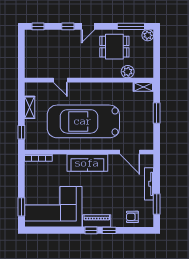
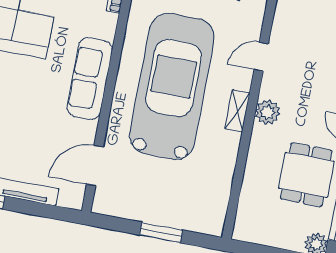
plant: (128, 72) -> (268, 112), moved
shelving: (143, 87) -> (237, 111), moved

